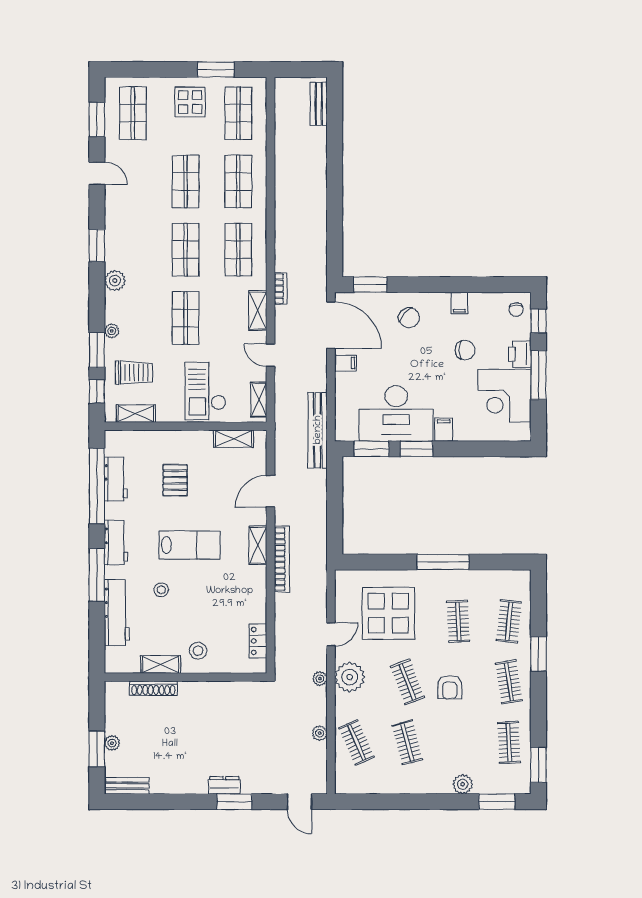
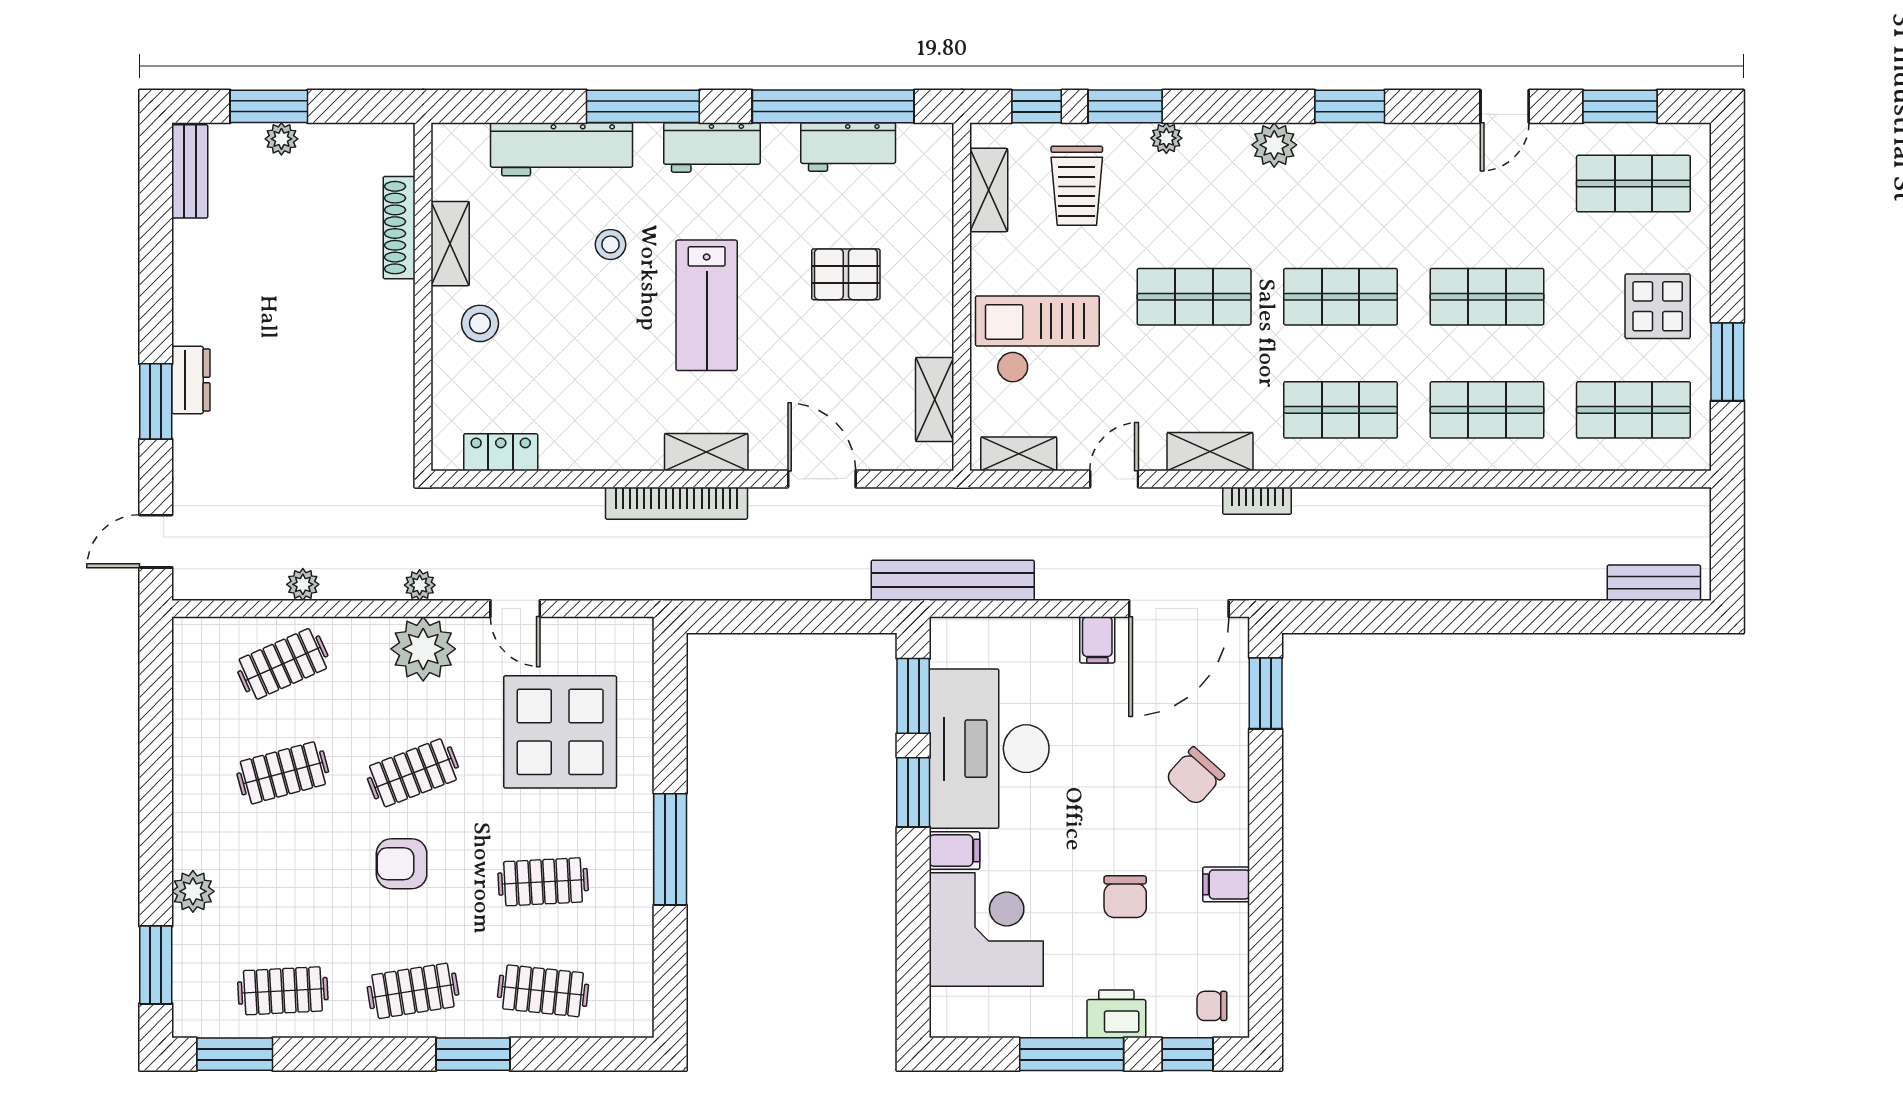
corner desk: (504, 396) -> (986, 929), moved, turned 90

